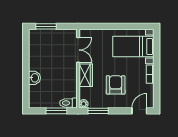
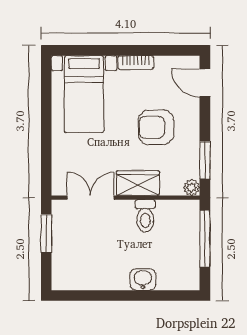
window: (46, 26) -> (46, 233), moved
toilet: (68, 103) -> (145, 216), moved
window: (56, 111) -> (205, 238), width x1.44

